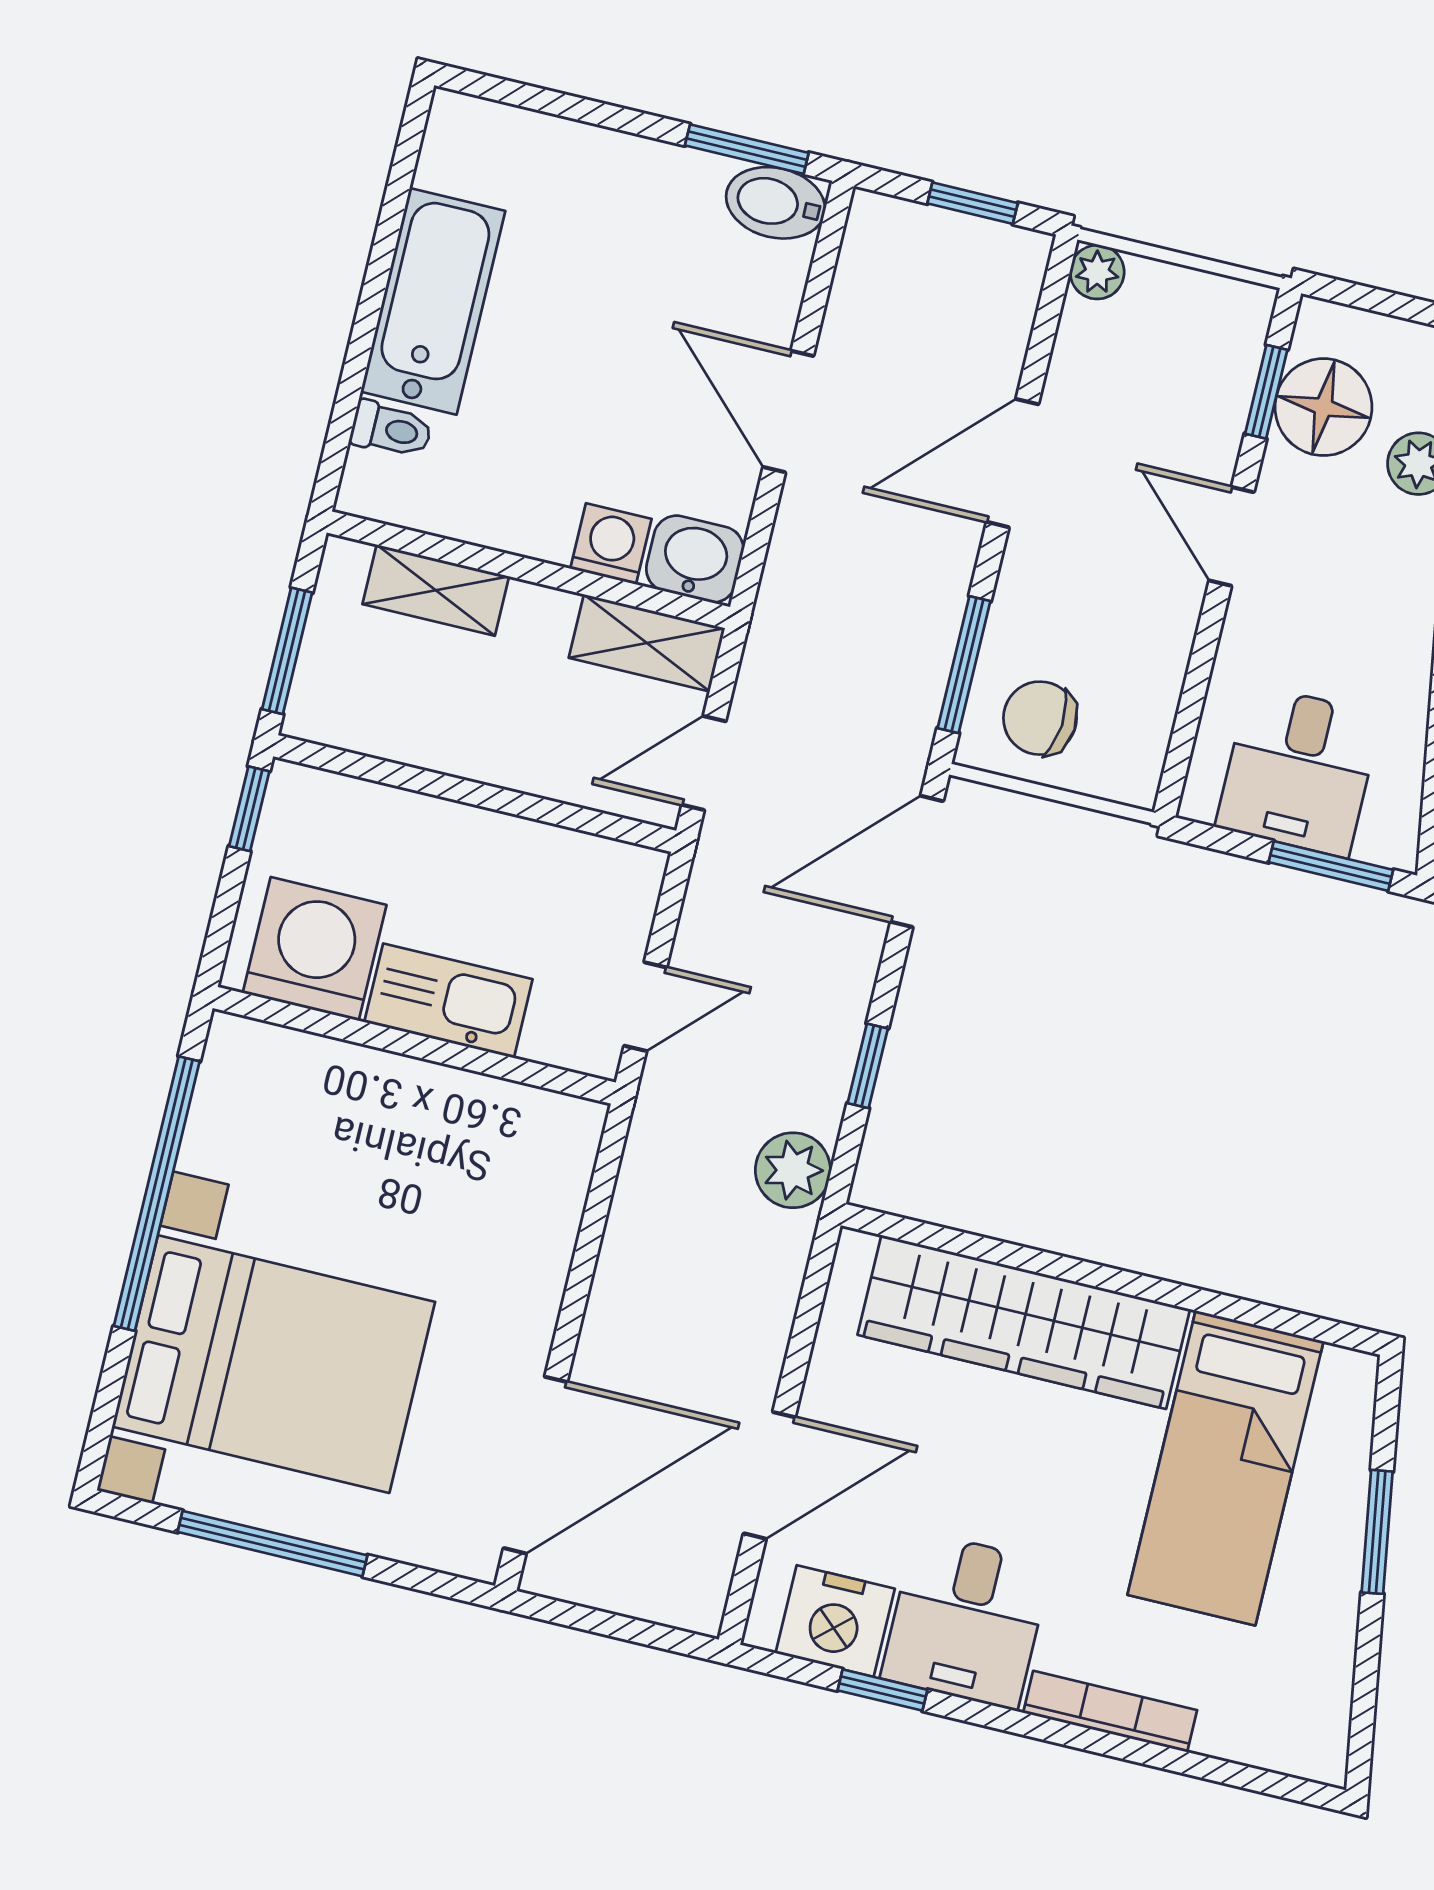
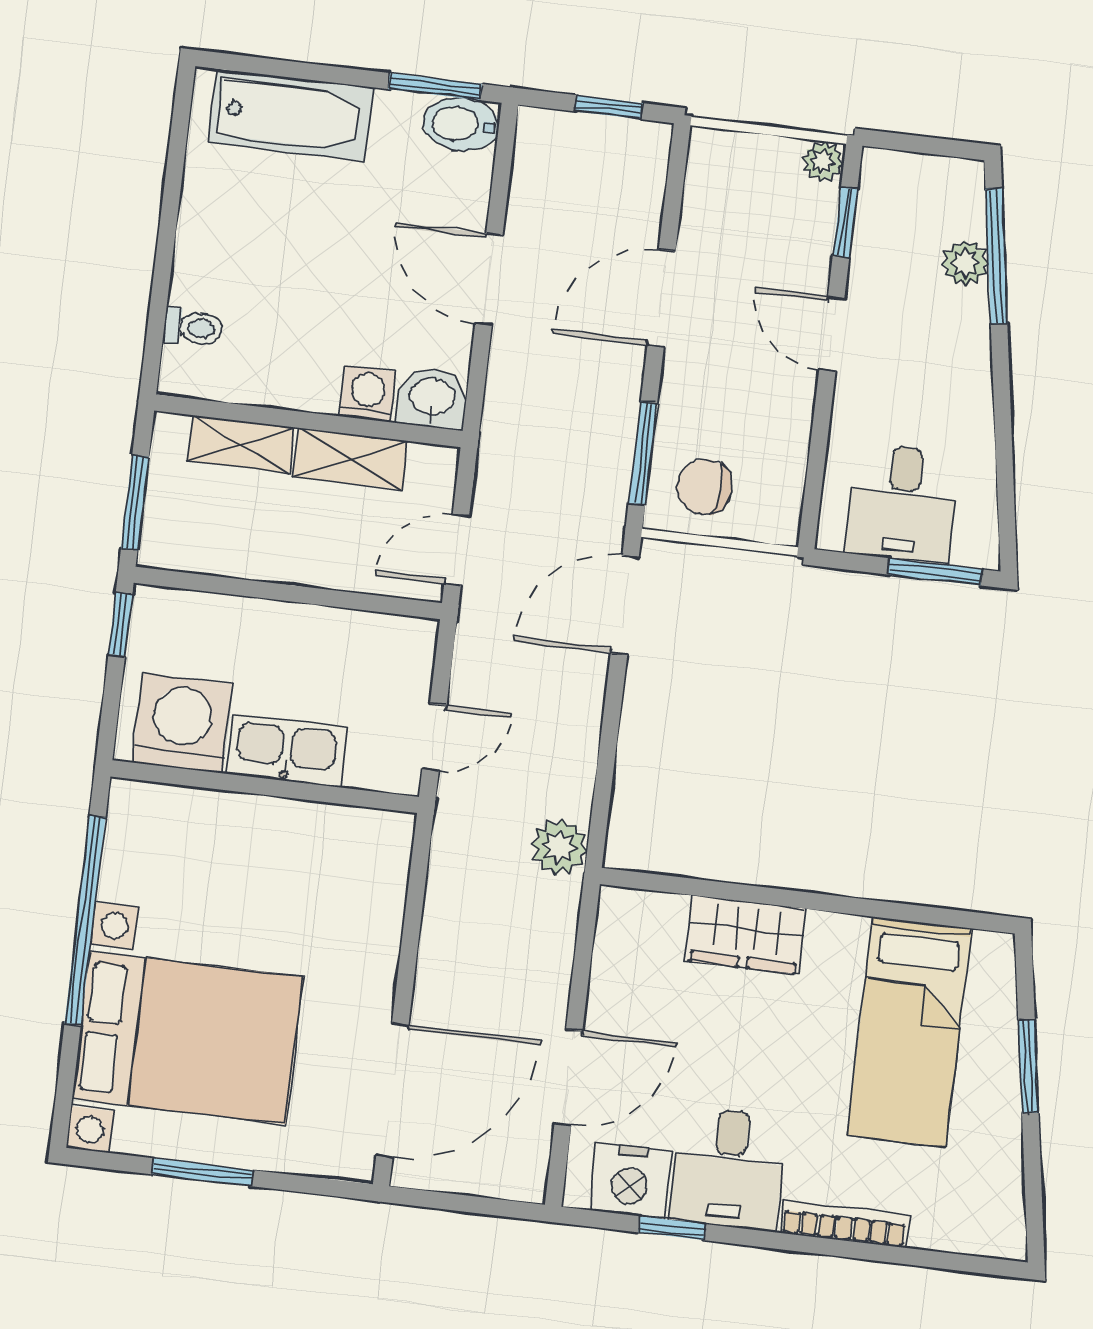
plant: (1097, 272) -> (823, 161), moved
bathtub: (433, 301) -> (291, 115), moved, turned 90
floor lamp: (1323, 407) -> (889, 229), removed
shelving: (647, 643) -> (350, 459), moved
window: (868, 1066) -> (606, 762), removed
wardrobe: (1024, 1322) -> (746, 935), width x0.48, depth x0.85
window: (273, 1544) -> (202, 1172), width x0.69

